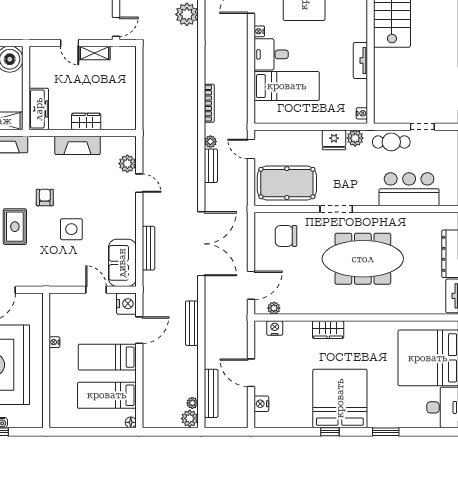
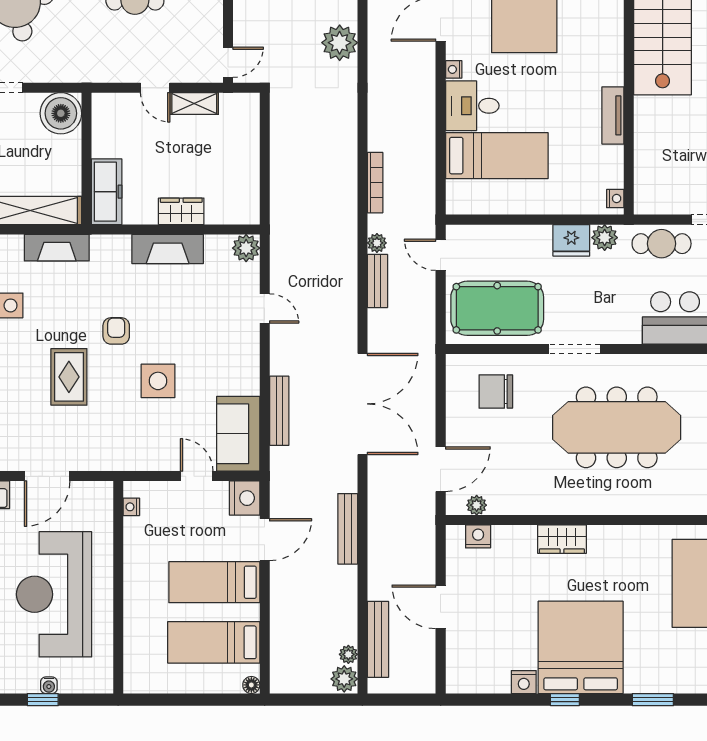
plant: (127, 164) -> (246, 248), moved
nightstand: (54, 342) -> (131, 507), moved
nightstand: (261, 404) -> (524, 682), moved, turned -90

